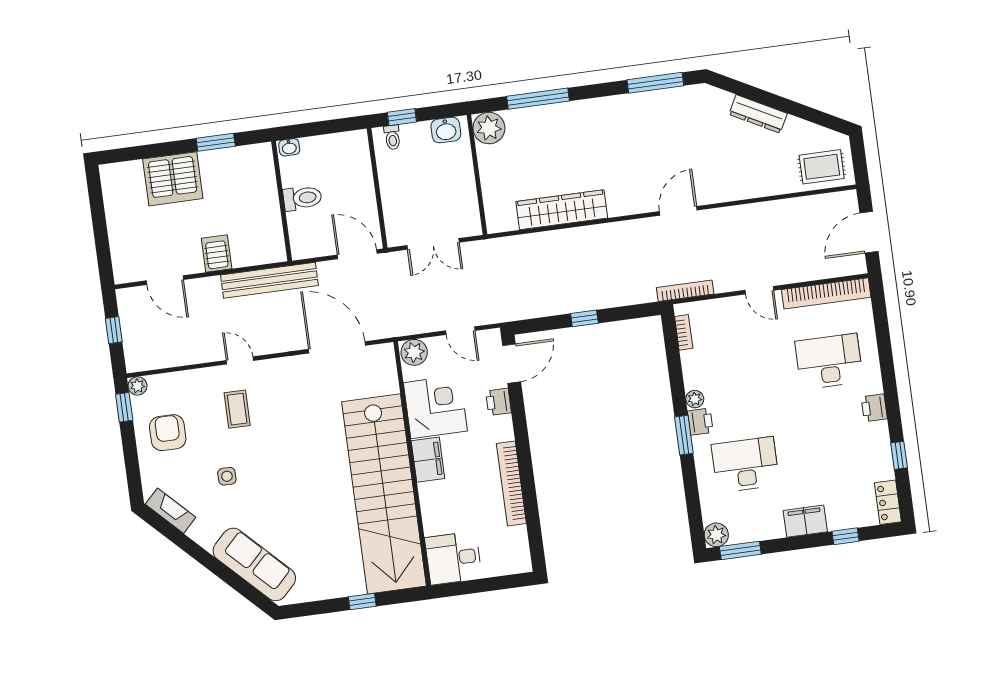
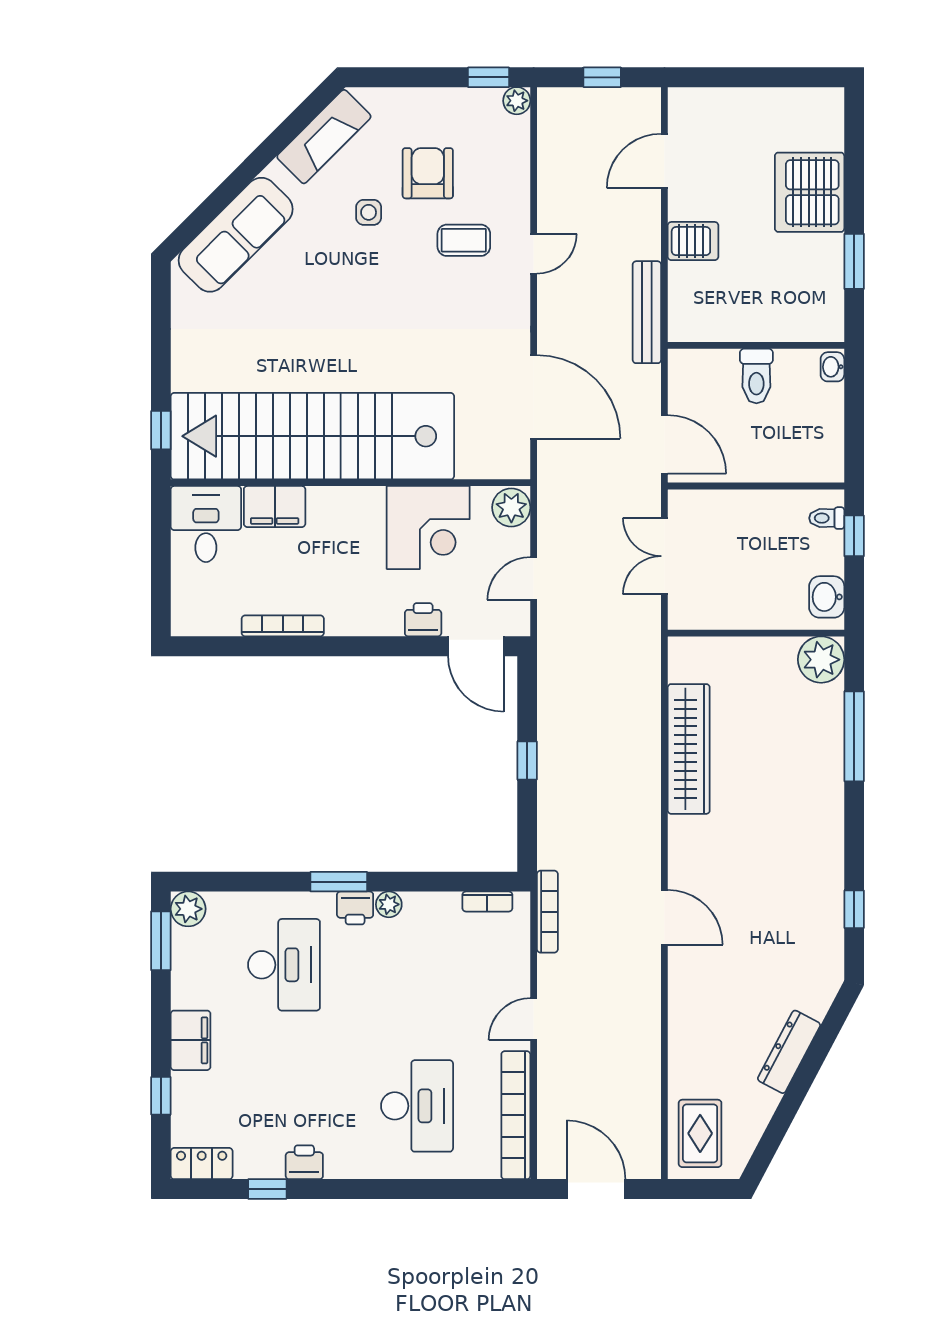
window: (655, 83) -> (854, 909), width x0.46
door: (357, 254) -> (664, 444), hinge flipped
bench: (269, 280) -> (647, 312), width x0.73, depth x0.82
door: (337, 347) -> (534, 397), hinge flipped
printer: (874, 408) -> (304, 1162), moved
armchair: (168, 433) -> (428, 173), moved, turned -90
filing cabinet: (428, 460) -> (275, 507), moved
bookcase: (511, 483) -> (283, 626), width x0.68, depth x0.76
fireplace: (171, 511) -> (324, 137), width x1.37, depth x1.32
window: (362, 602) -> (161, 430), moved

